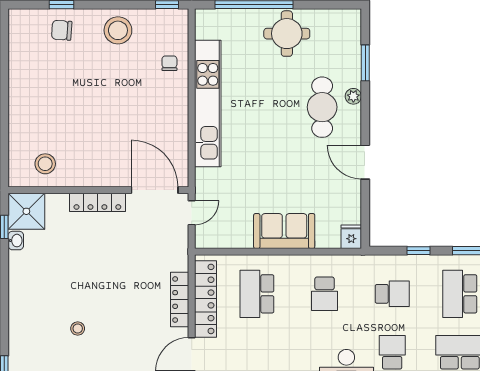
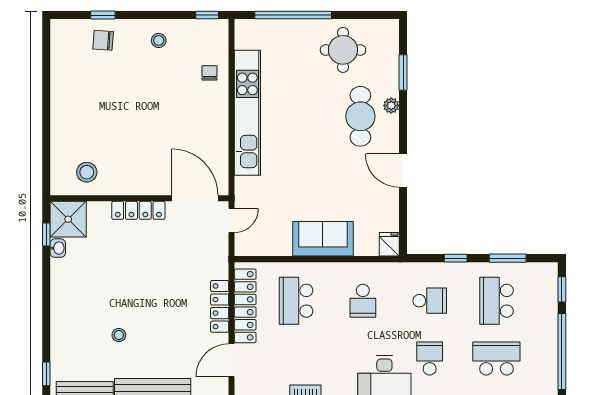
stool: (118, 30) -> (159, 40), width x0.53, depth x0.53
round table: (287, 34) -> (343, 50), moved

